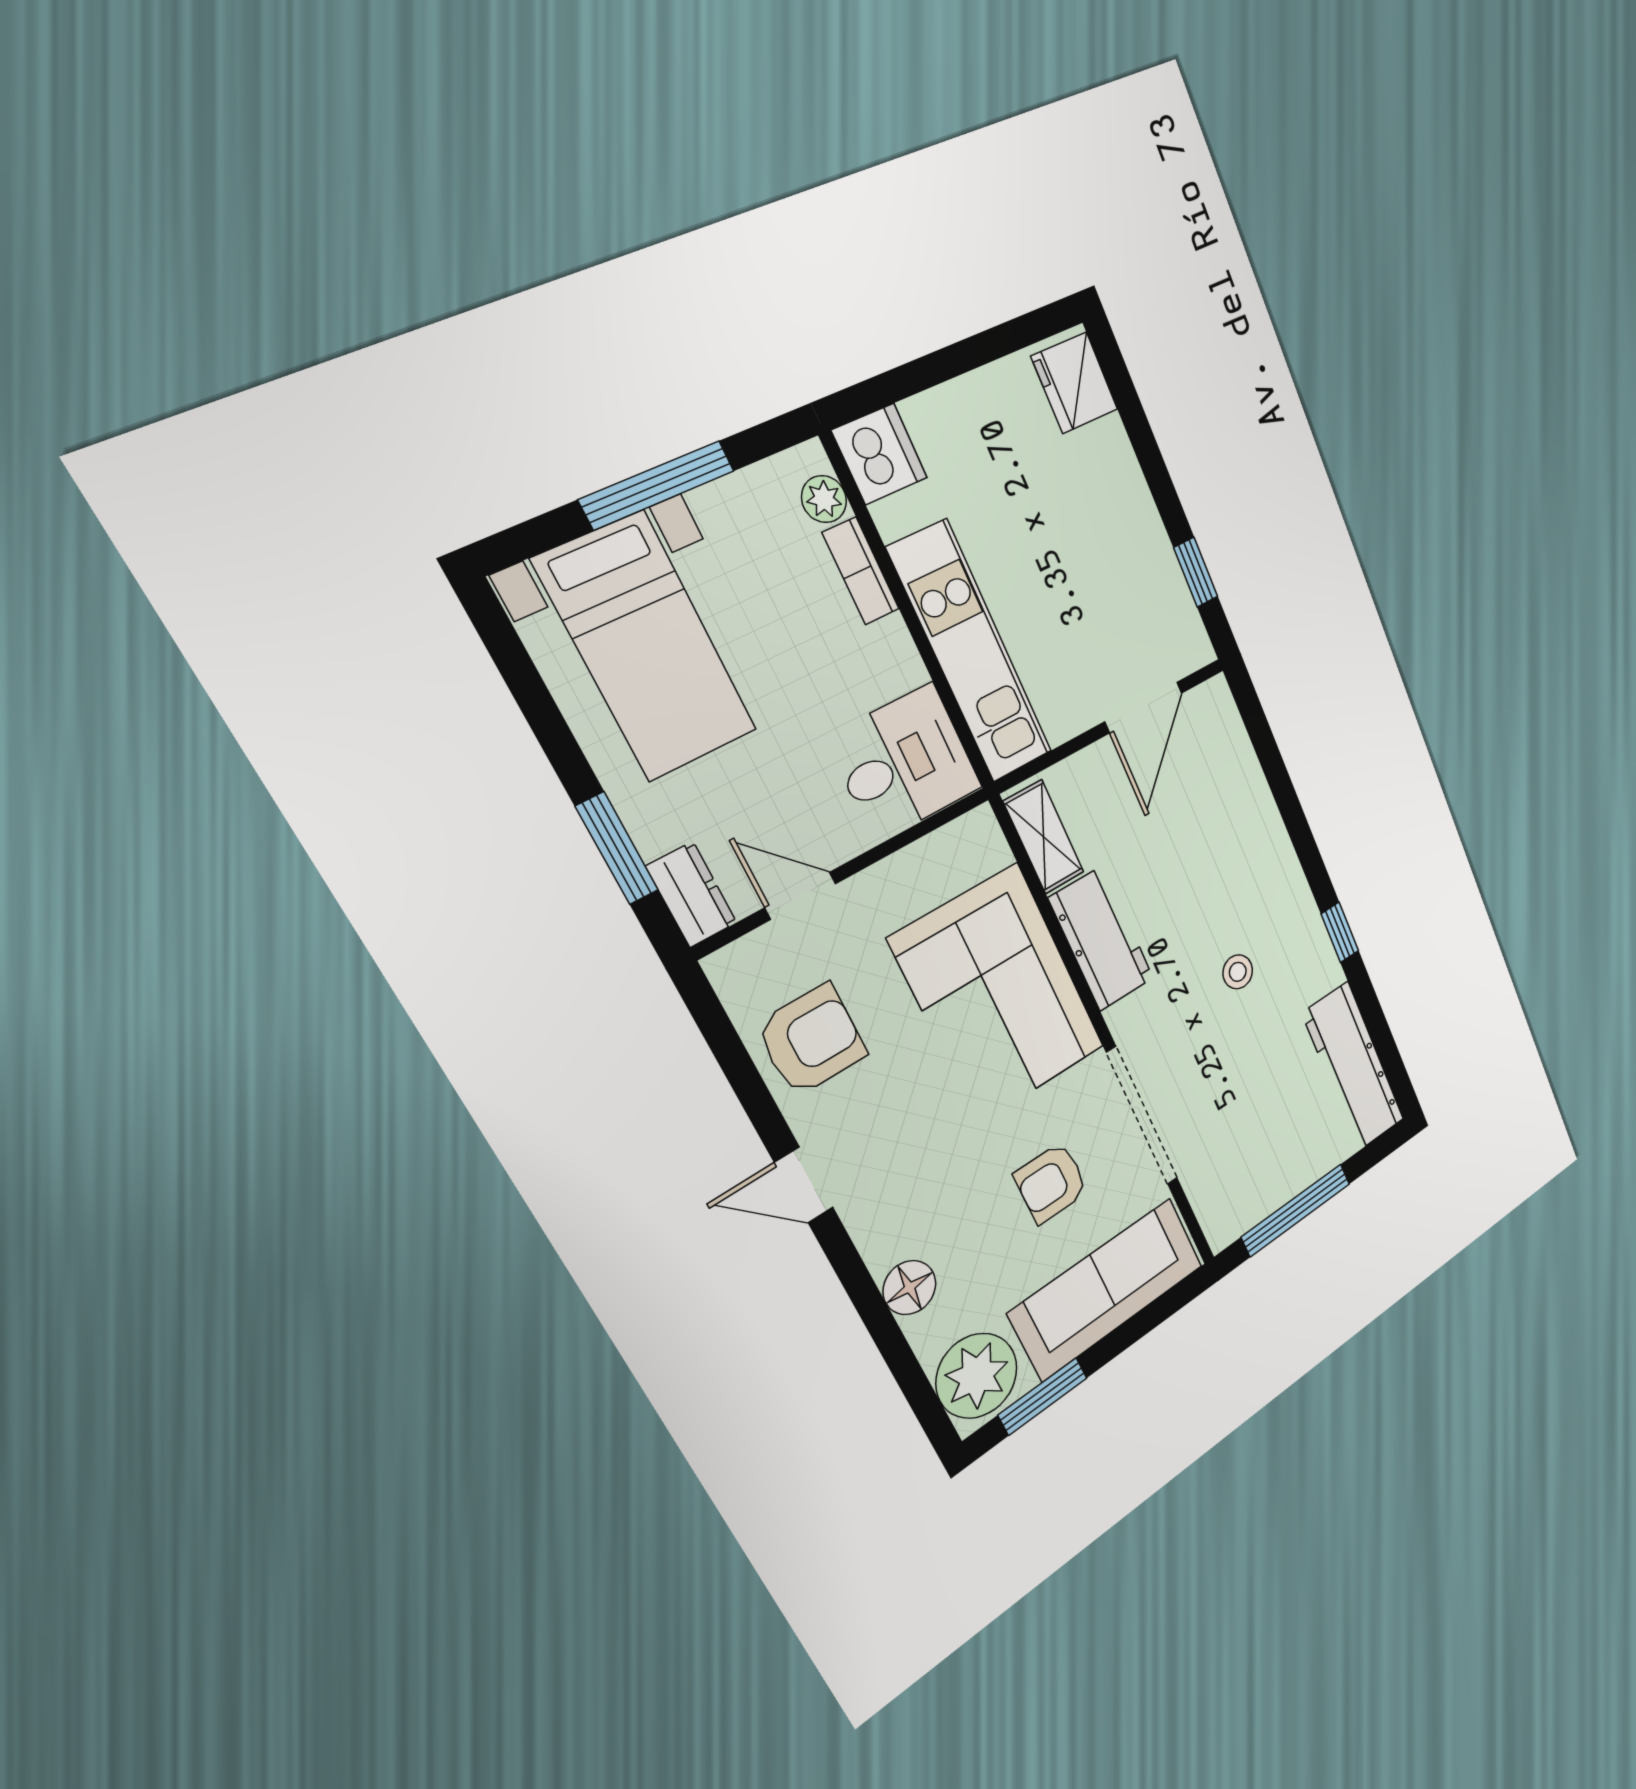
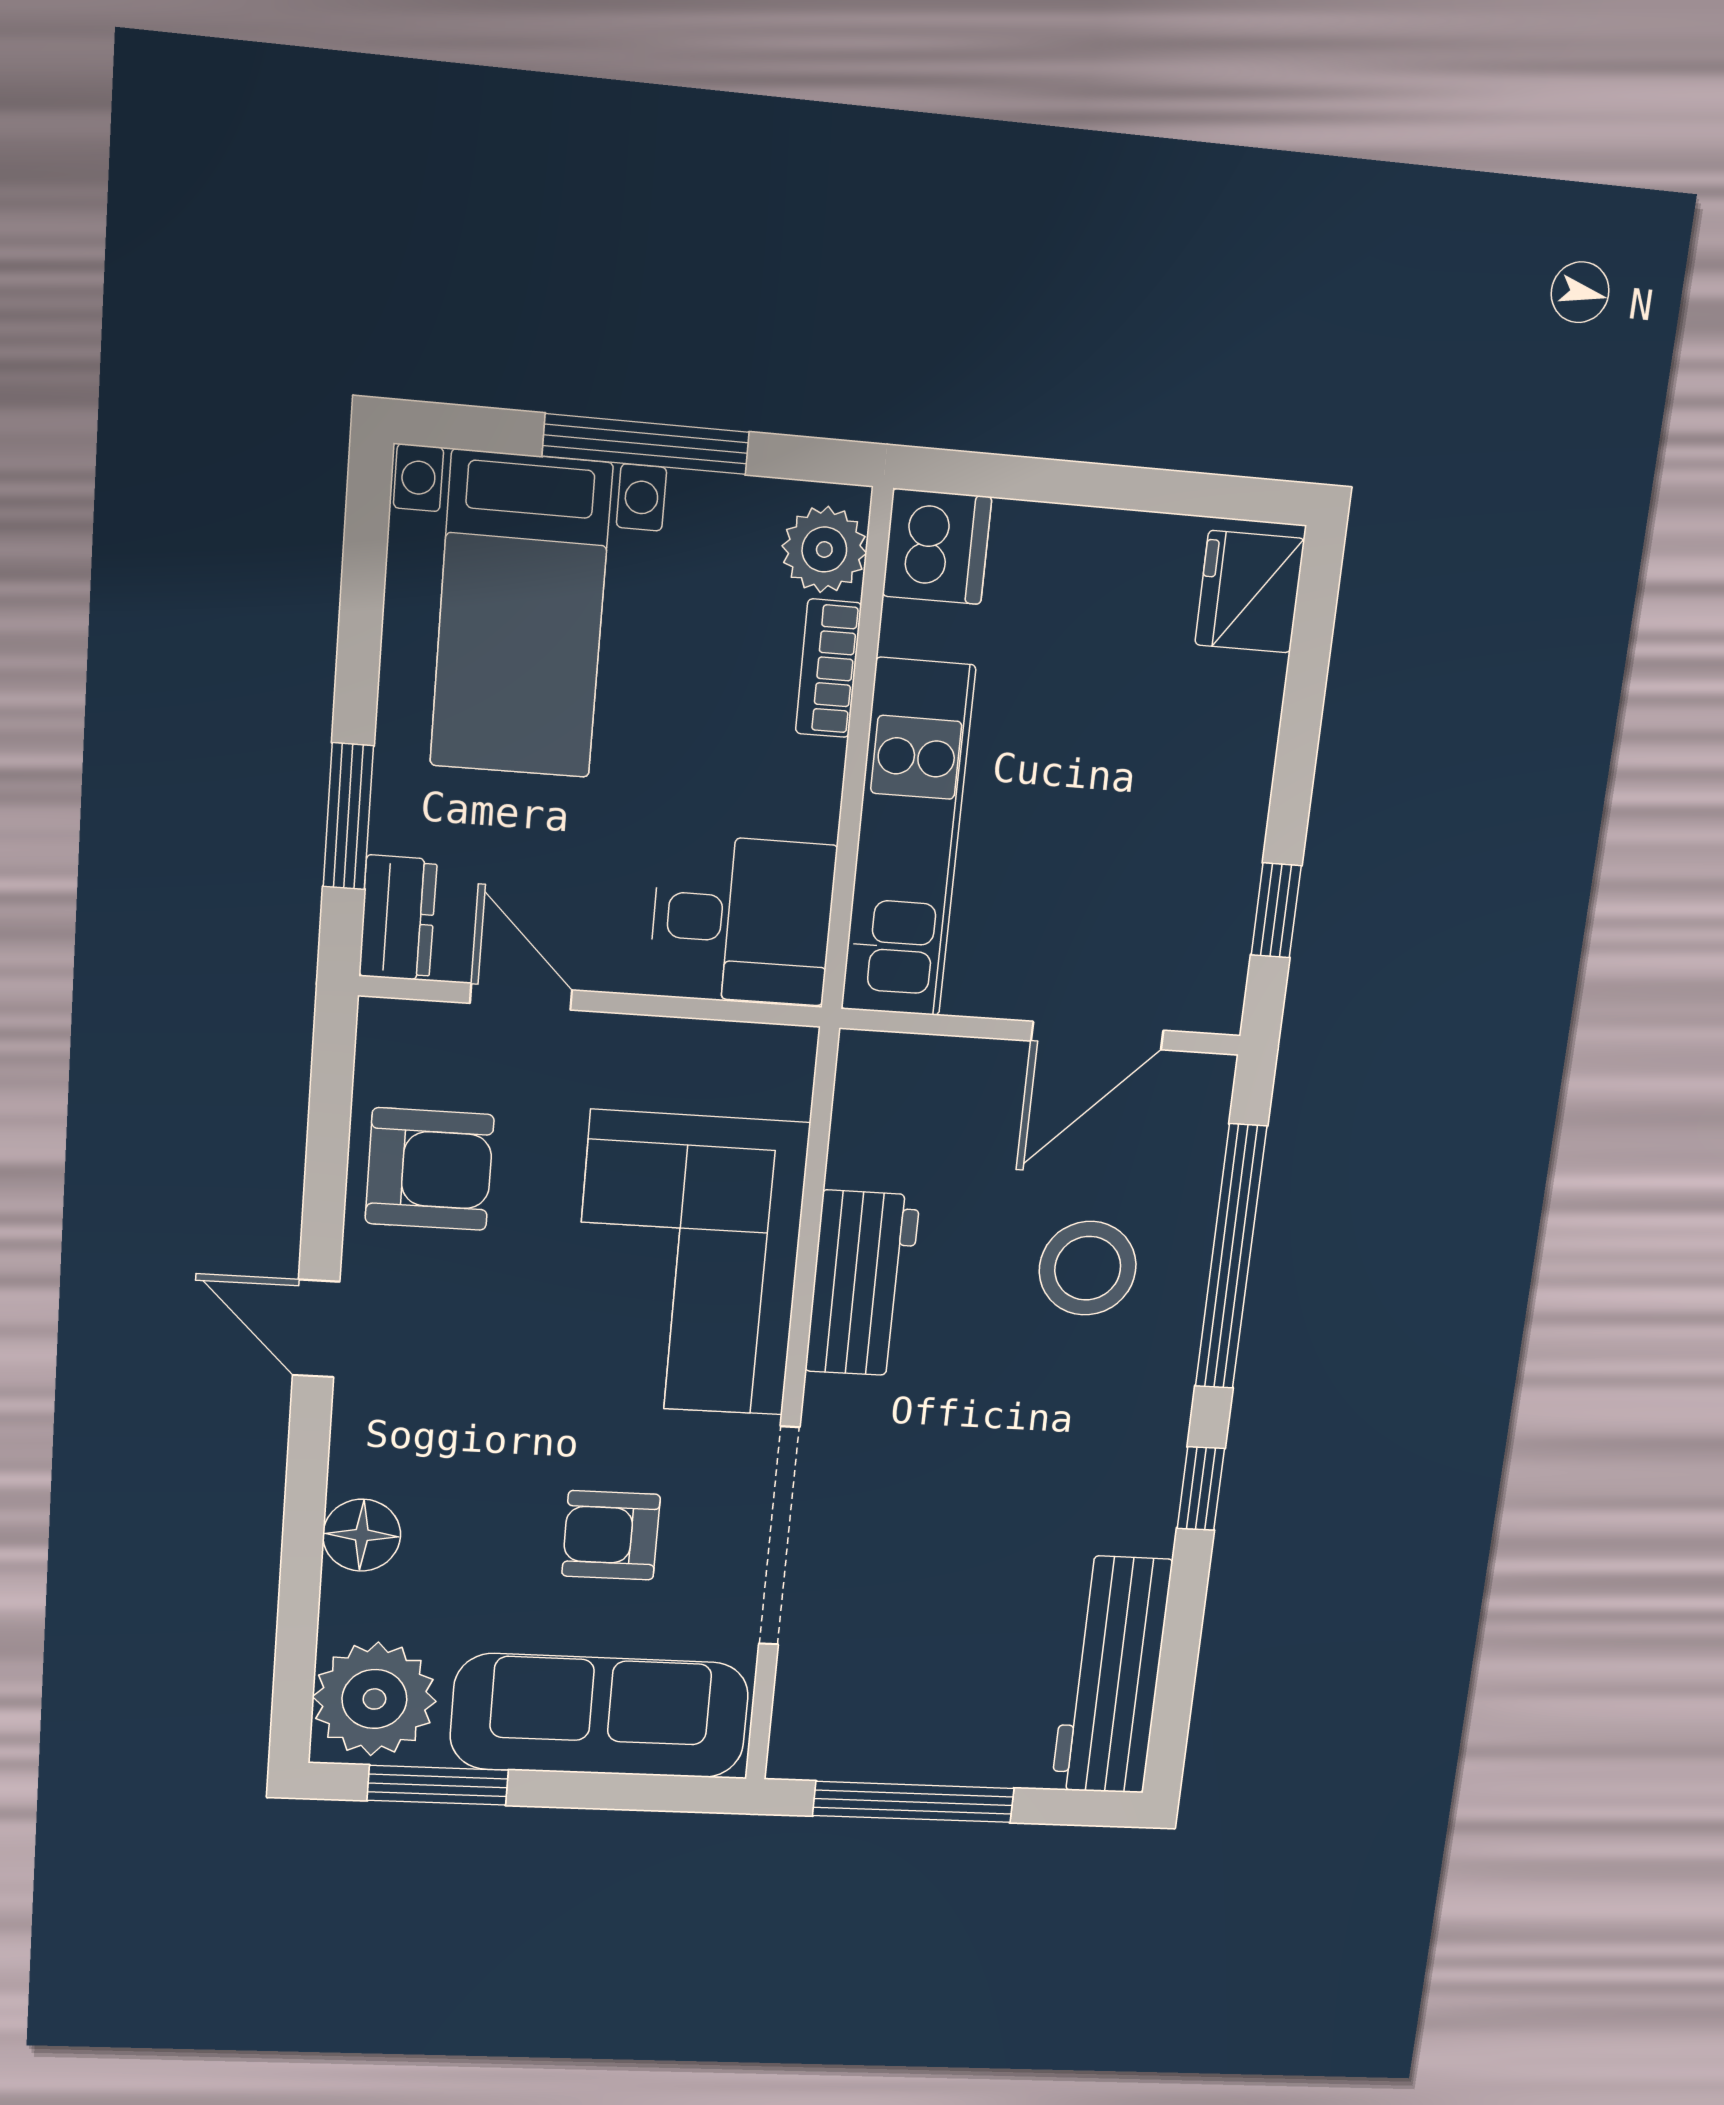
plant: (824, 499) -> (824, 549), width x1.38, depth x1.38
window: (1283, 791) -> (1231, 1257), added
shelving: (1044, 837) -> (864, 1113), removed
stool: (1238, 972) -> (1088, 1268), moved, width x1.89, depth x1.89

